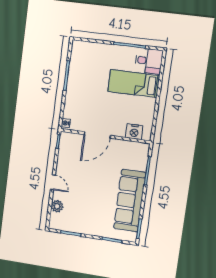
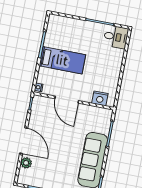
bed: (134, 84) -> (62, 60), moved, turned 180
door: (97, 135) -> (67, 100), hinge flipped
door: (53, 182) -> (24, 141), width x1.88

